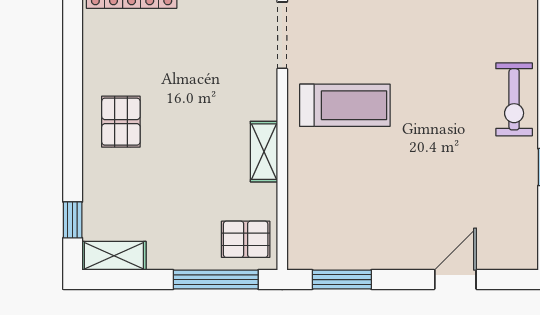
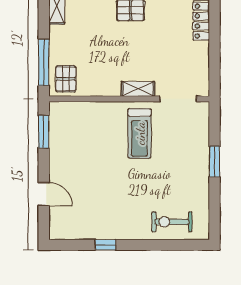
exercise bike: (514, 99) -> (172, 222), moved
shelving: (264, 152) -> (138, 89), moved

